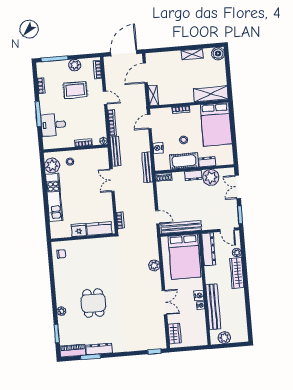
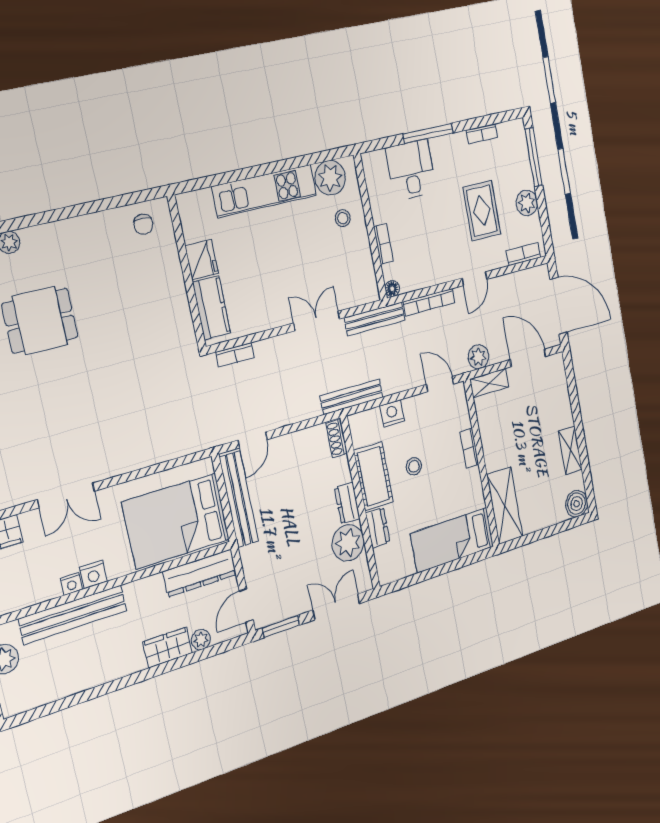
bed: (216, 124) -> (452, 540), width x0.67
plant: (154, 265) -> (478, 357), moved
wardrobe: (237, 273) -> (167, 647), width x0.67

